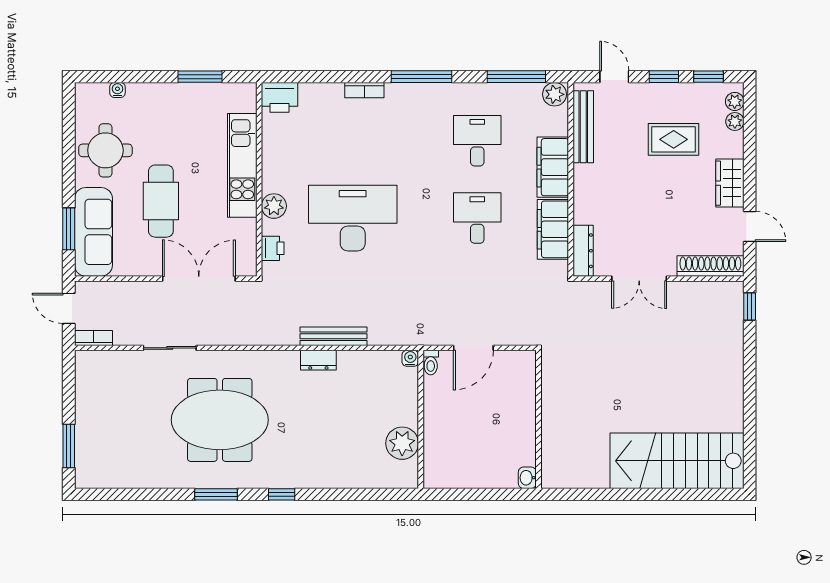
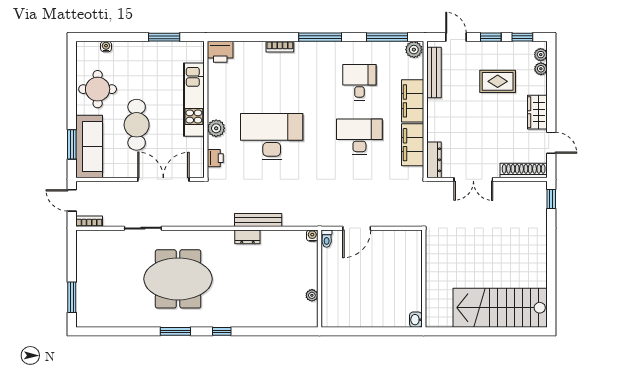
desk: (477, 218) -> (359, 137), width x1.37
wall: (538, 419) -> (424, 279), moved
plant: (402, 443) -> (312, 295), width x0.53, depth x0.53
washbasin: (527, 478) -> (416, 320), moved

